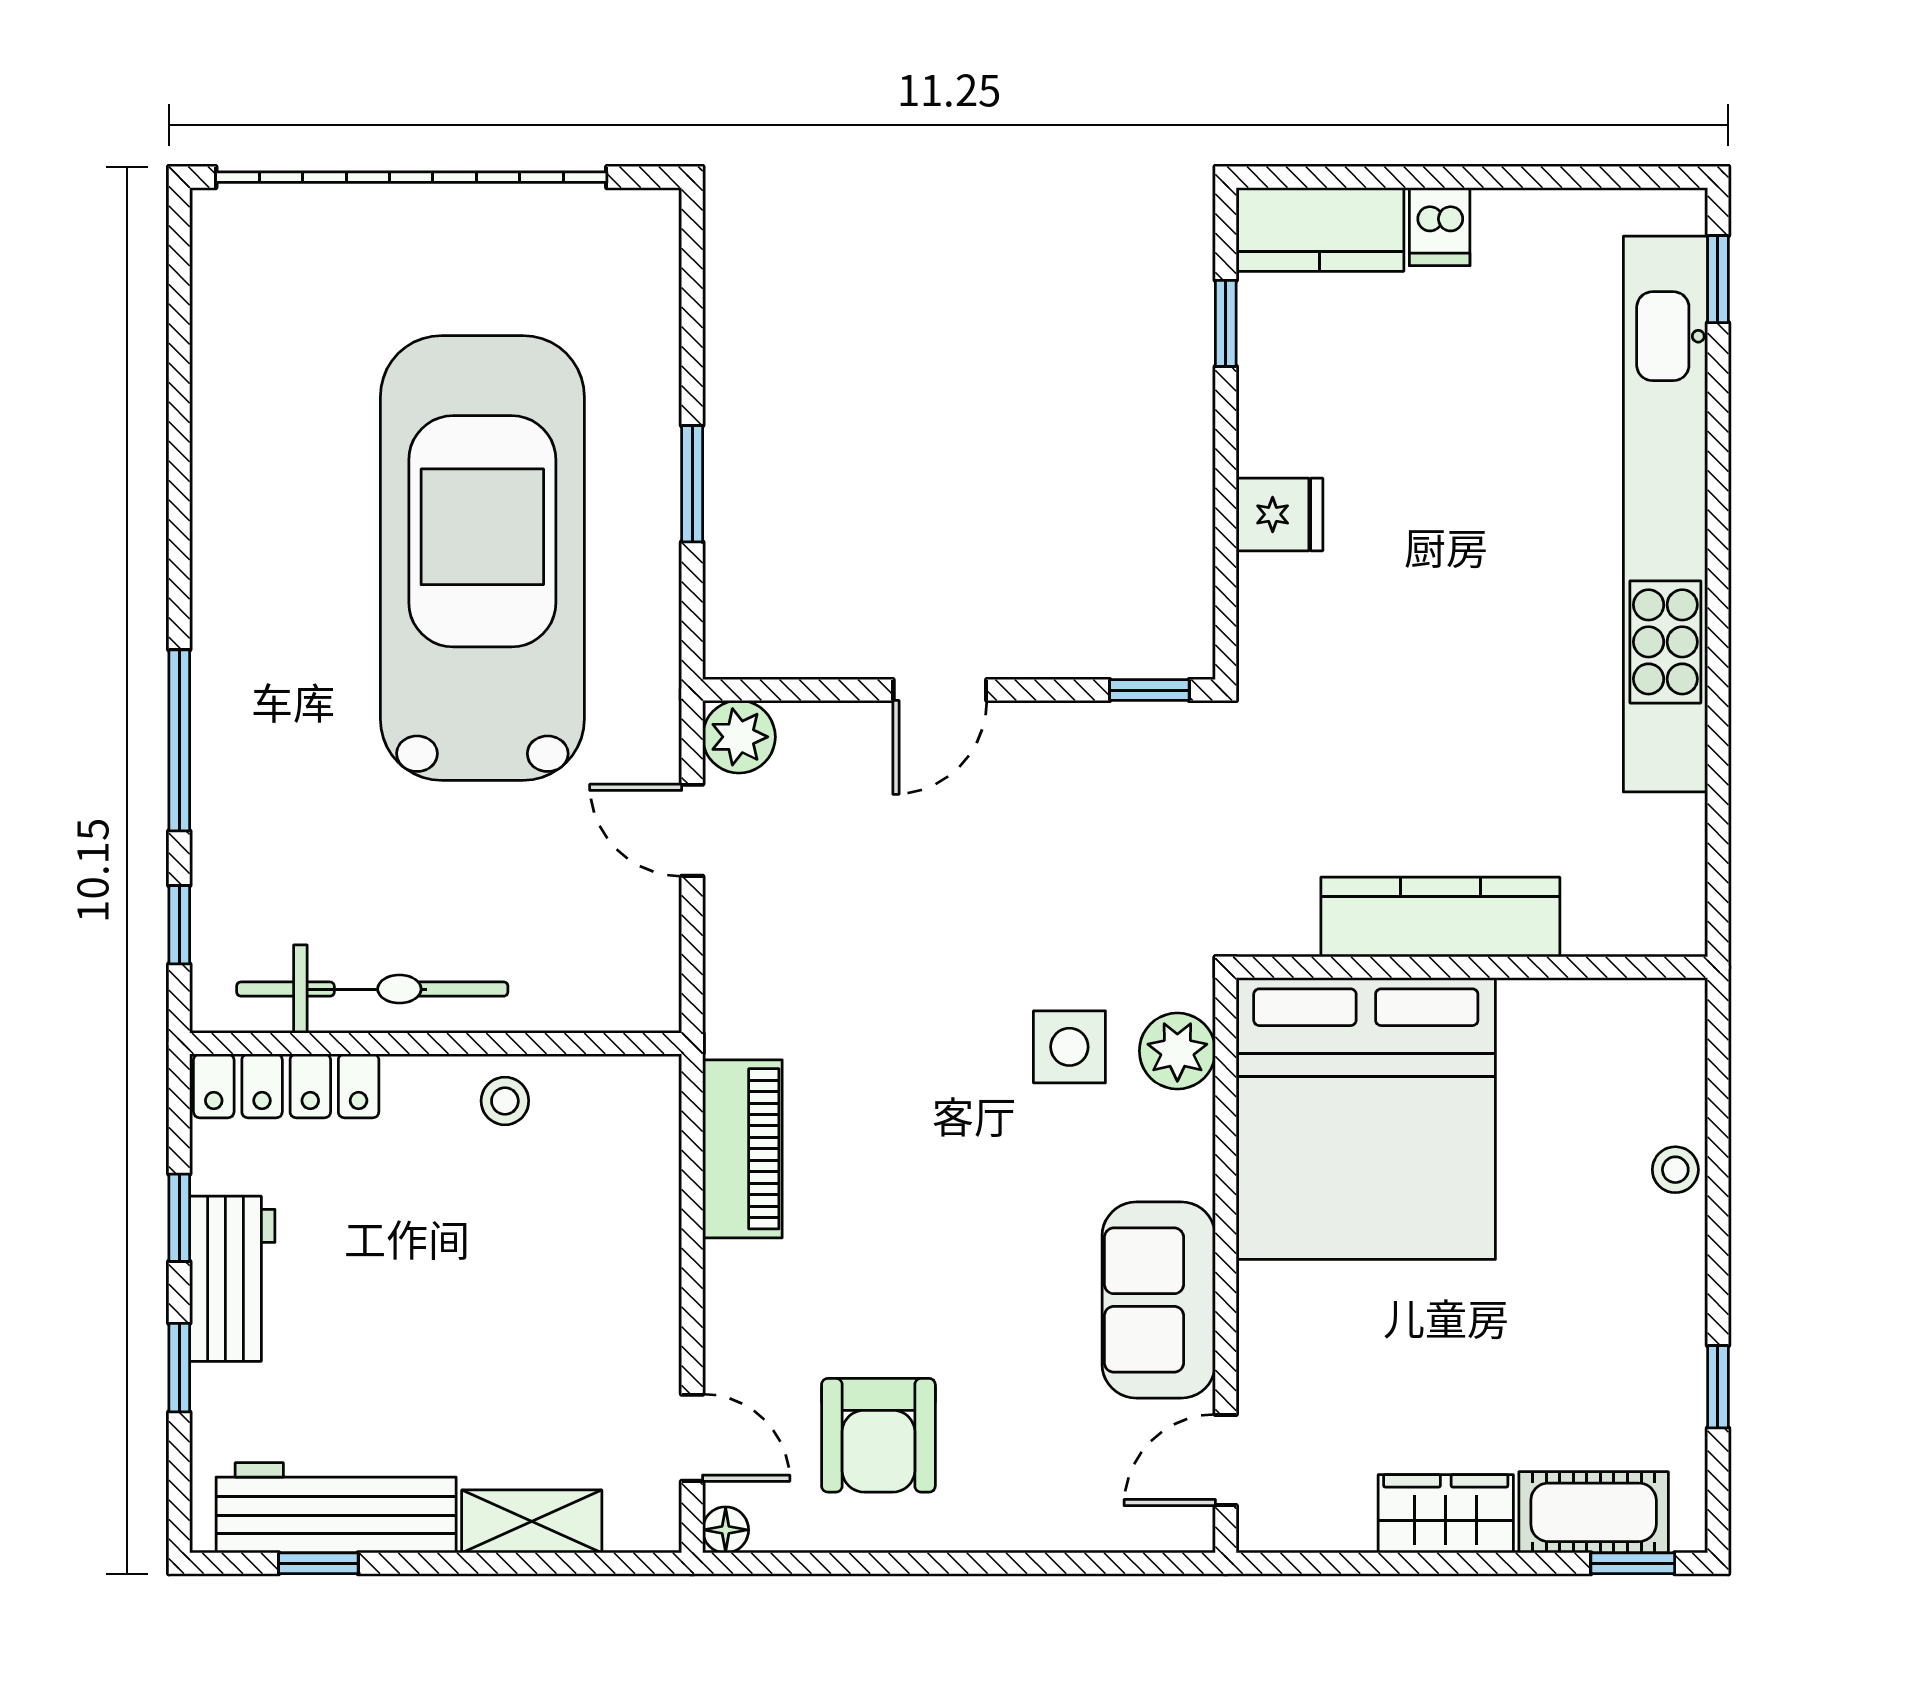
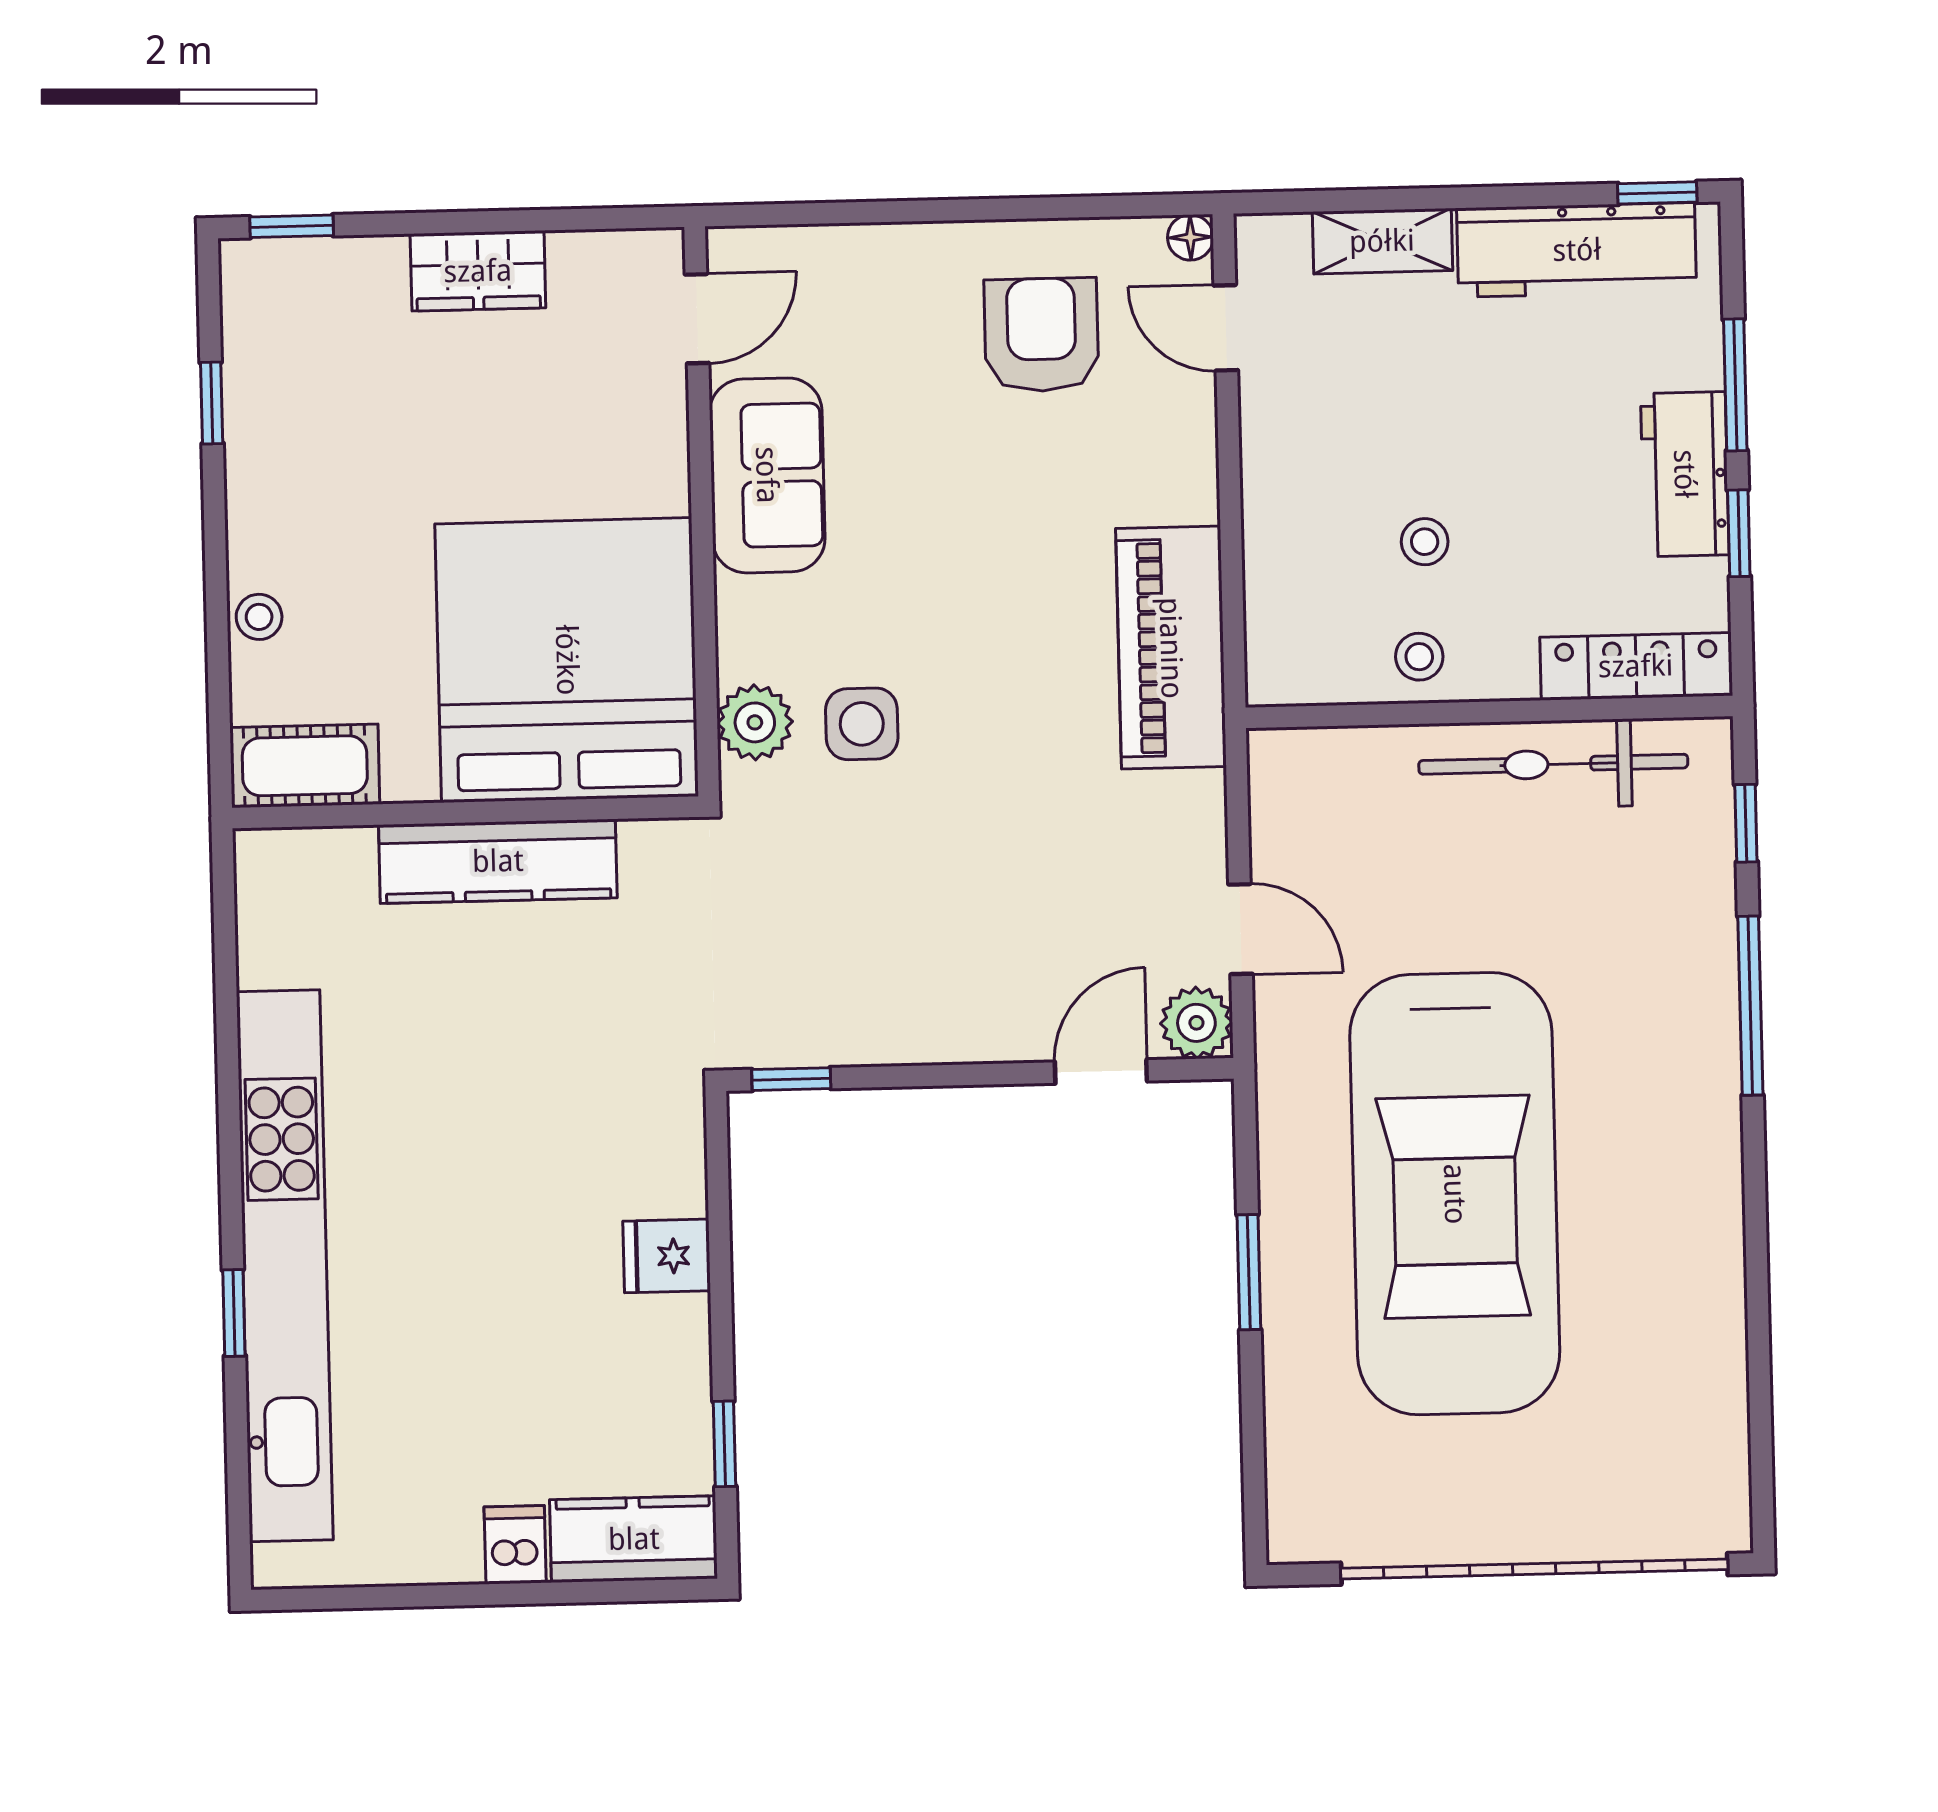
window: (1718, 279) -> (234, 1313), moved
door: (940, 690) -> (1101, 1071), moved
piano: (742, 1149) -> (1171, 648), width x1.37, depth x1.33
stool: (497, 1217) -> (1425, 542), added
window: (179, 1368) -> (1735, 385), width x1.50
cot: (1594, 1512) -> (305, 766), moved
window: (318, 1563) -> (1657, 193), moved

